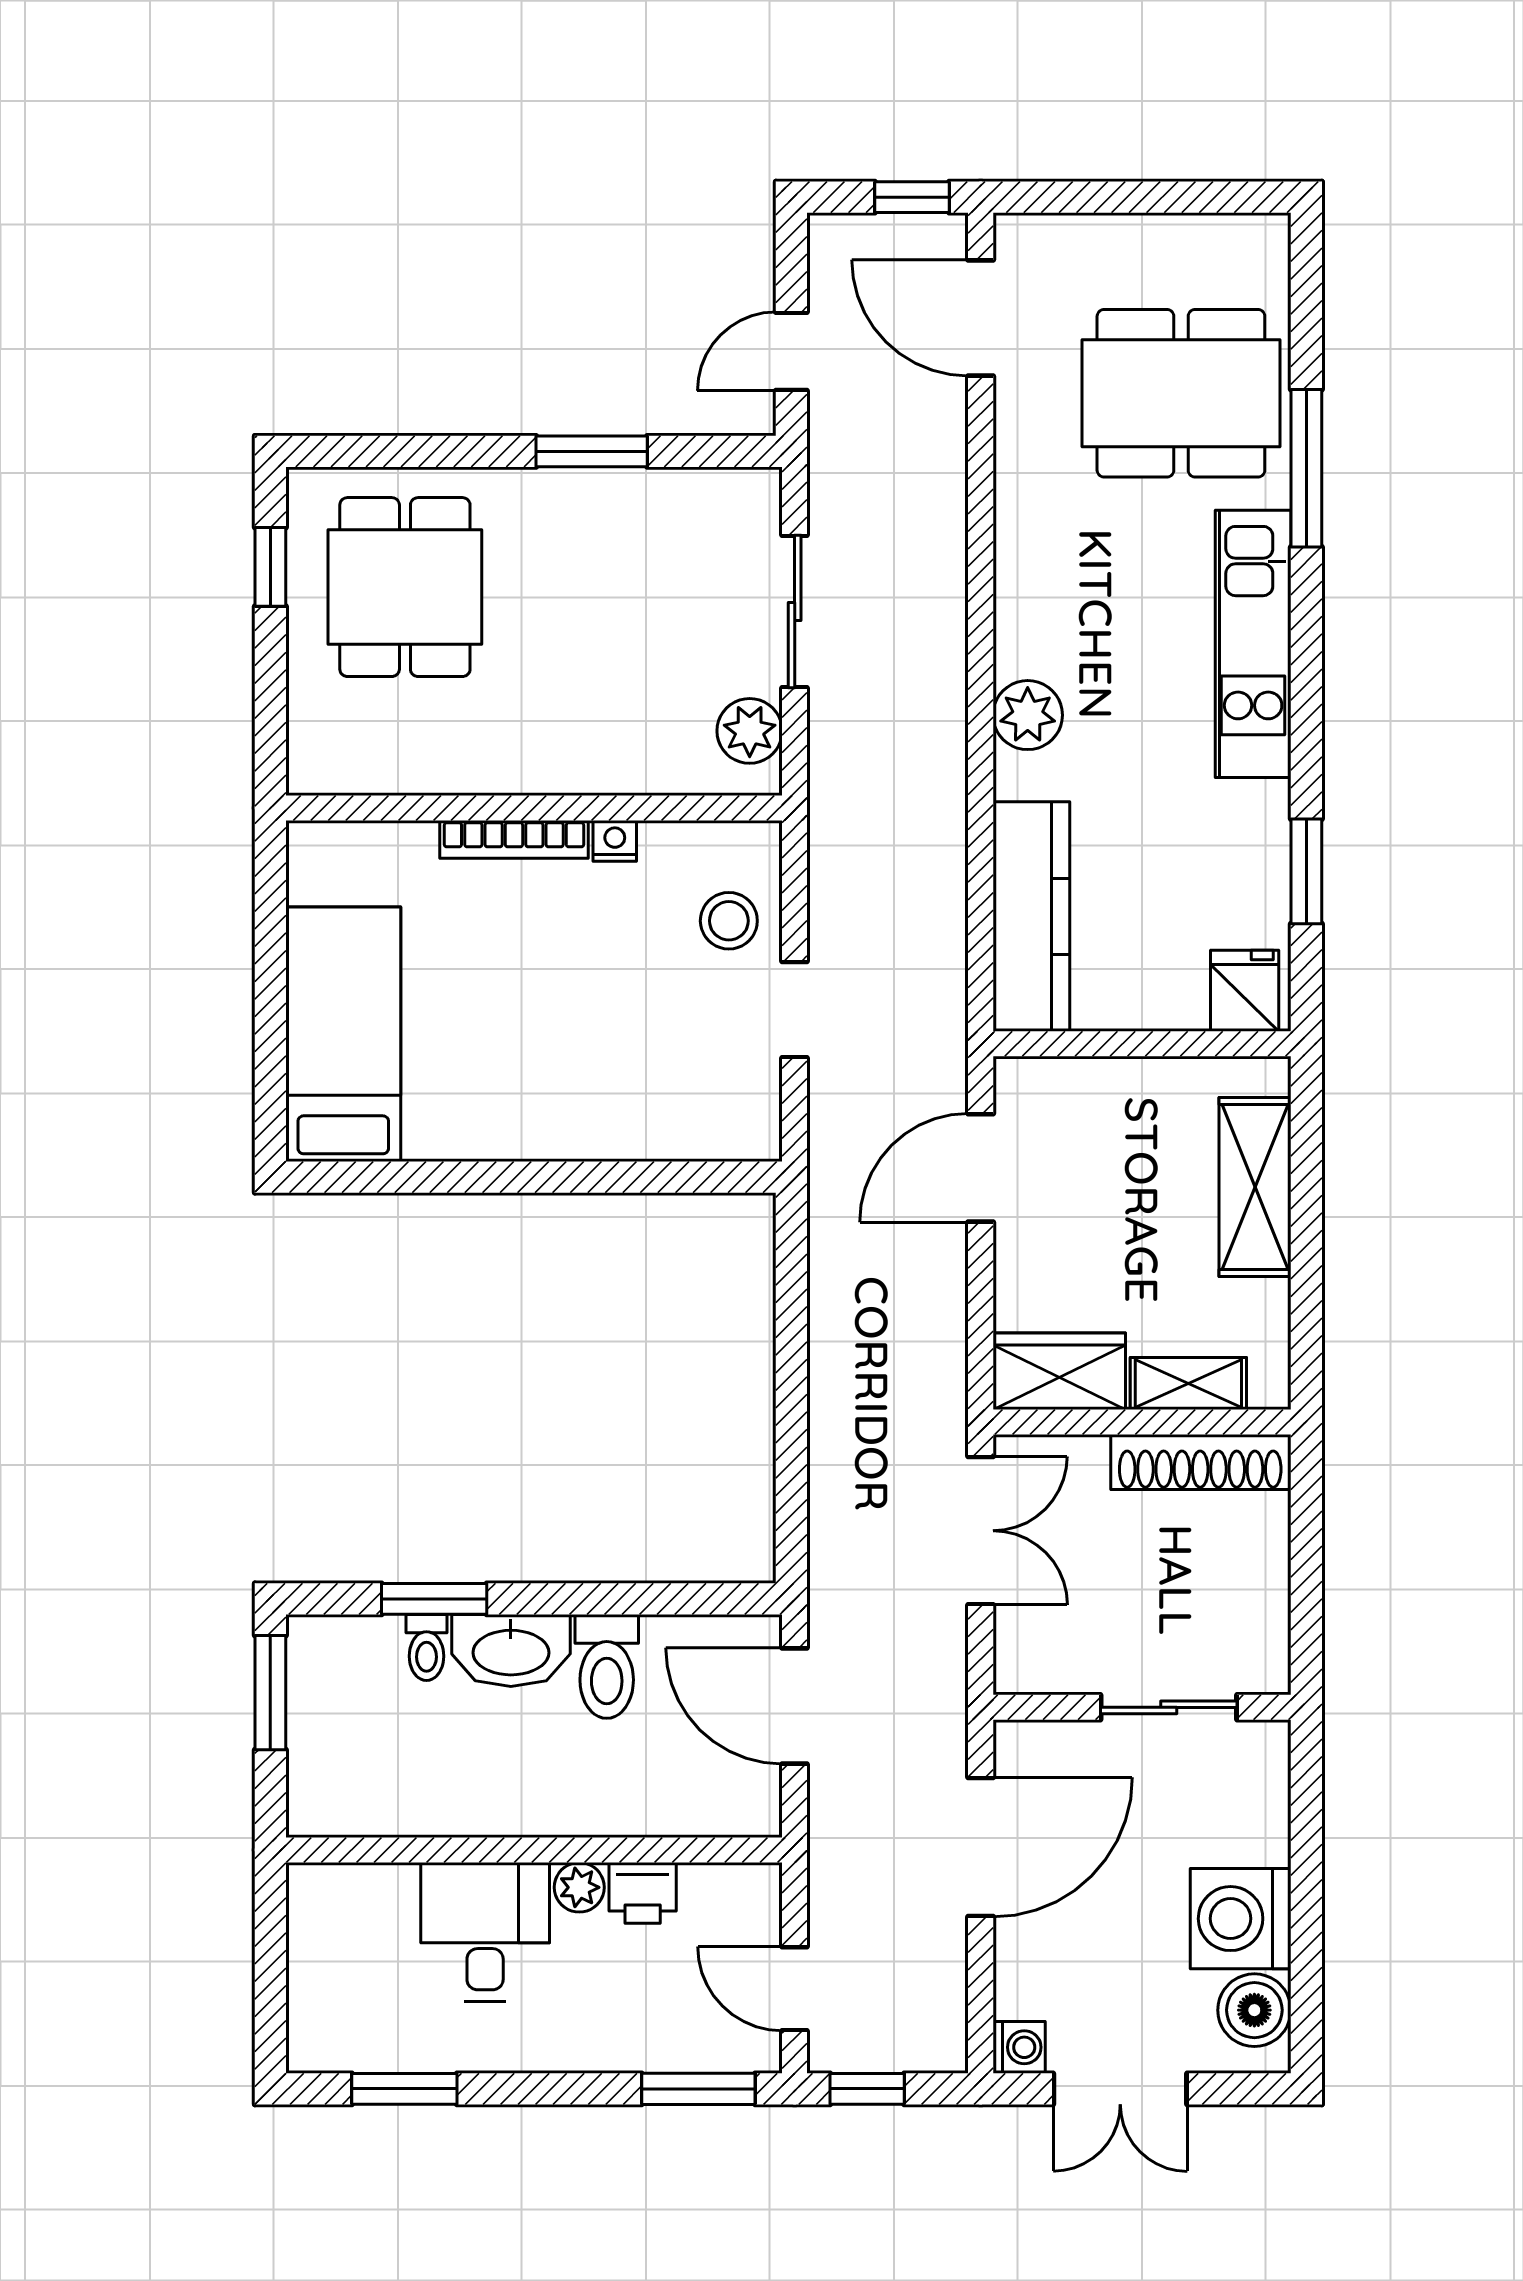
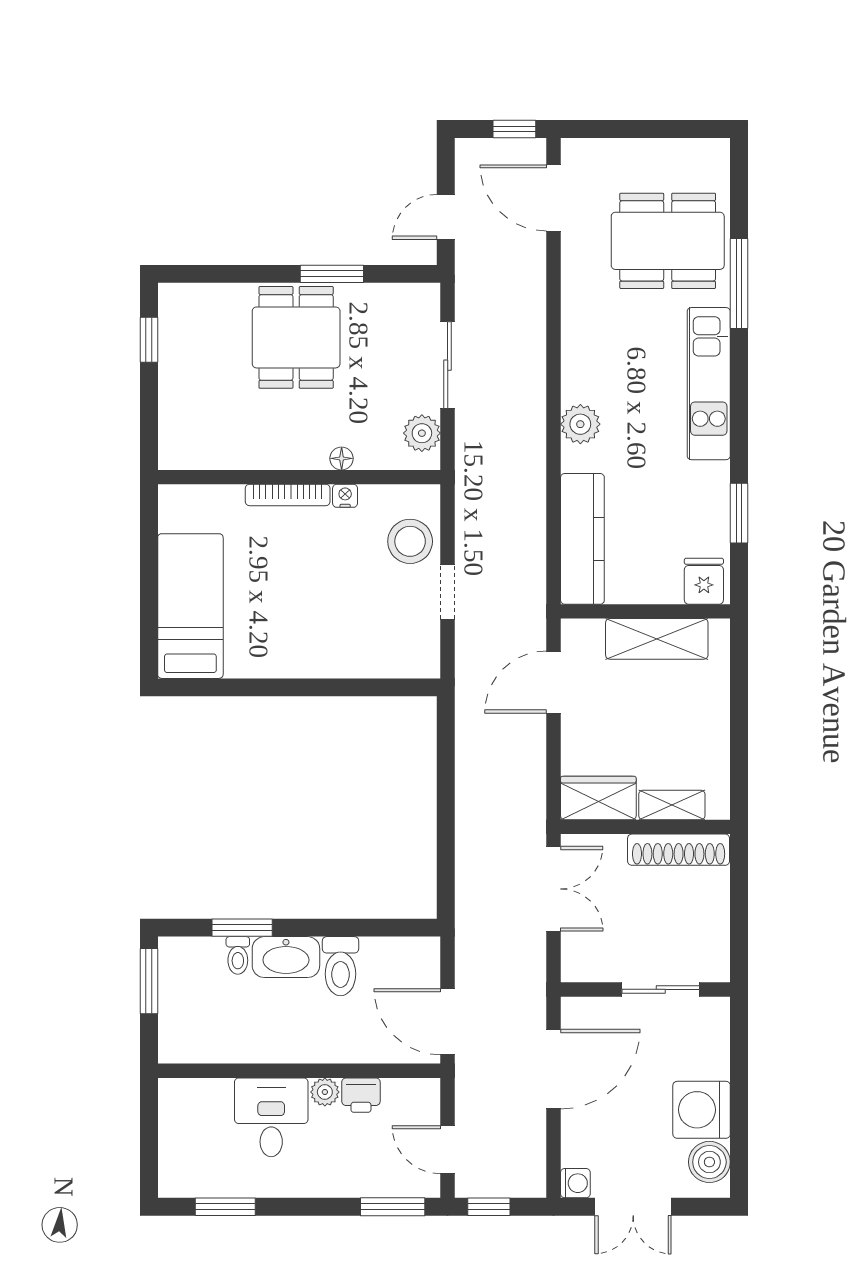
dining table: (405, 587) -> (296, 337), moved
floor lamp: (608, 775) -> (342, 458), added
stool: (729, 921) -> (410, 541), width x1.38, depth x1.38
shelving: (1255, 1187) -> (657, 639), moved, turned 90
door: (795, 1706) -> (448, 1022), moved

